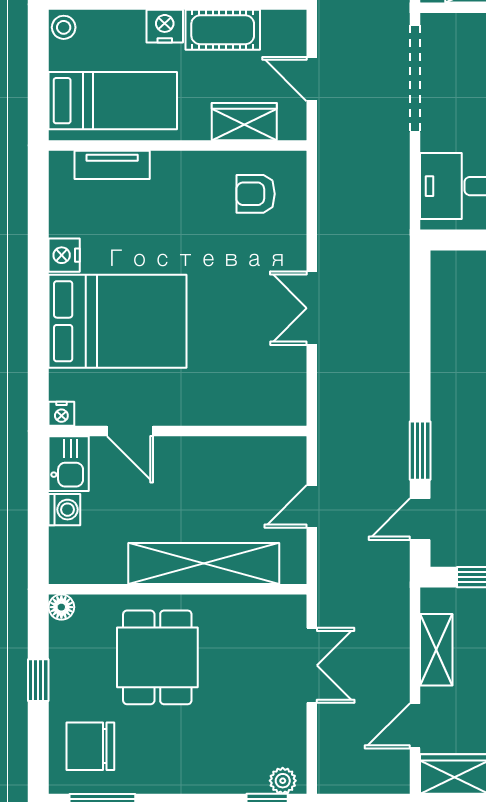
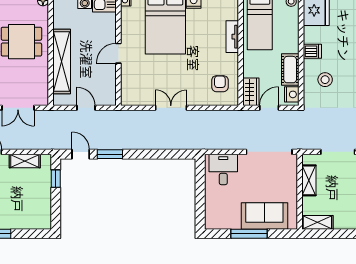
nightstand: (165, 26) -> (292, 94), moved
wardrobe: (244, 122) -> (251, 92), moved
tv unit: (112, 165) -> (232, 37), moved
door: (130, 431) -> (118, 53), moved

